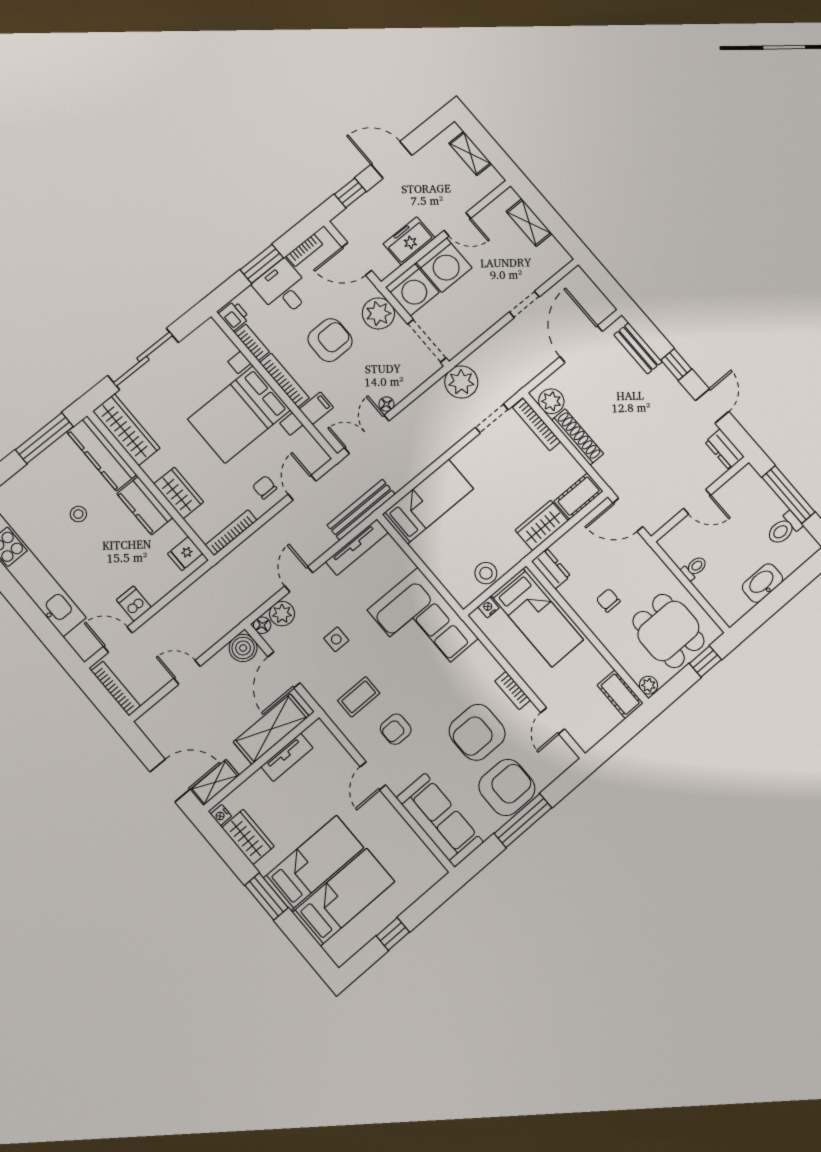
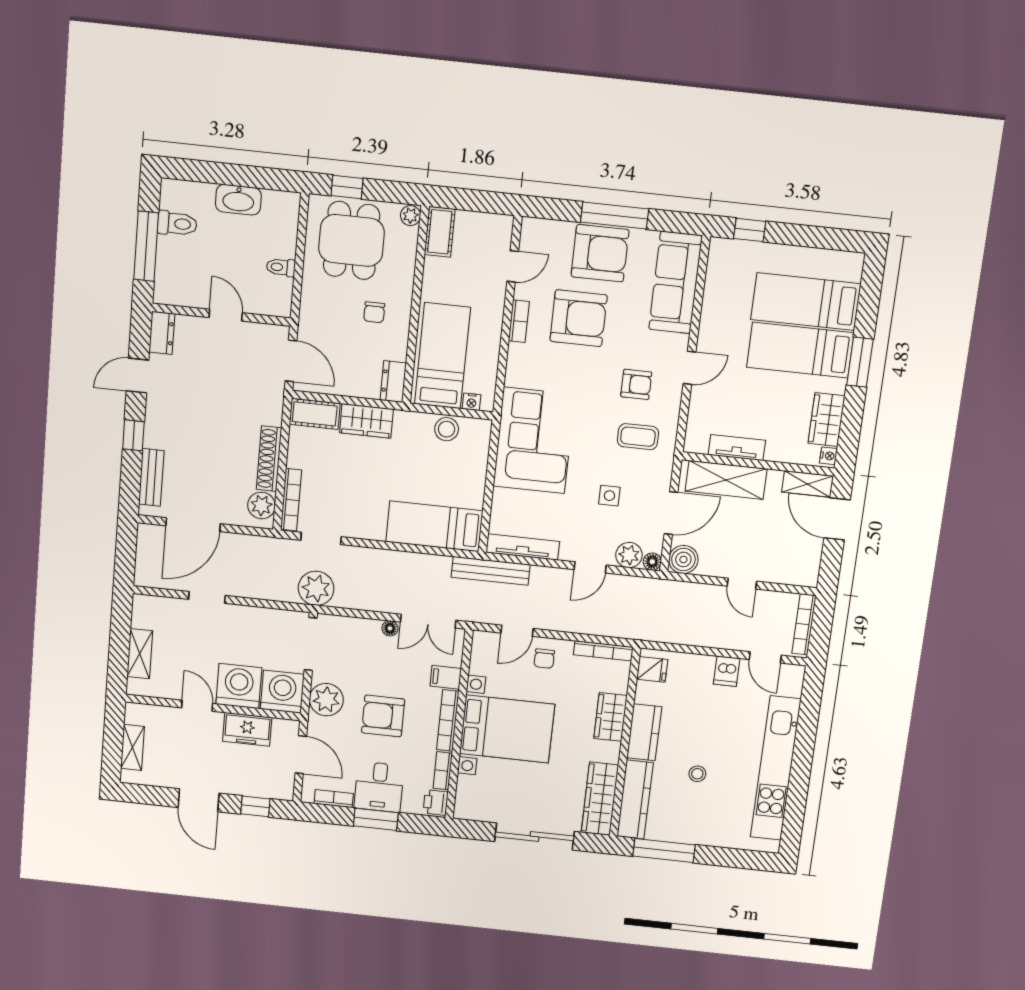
armchair: (507, 787) -> (600, 253), turned 180
window: (393, 934) -> (750, 230), moved

